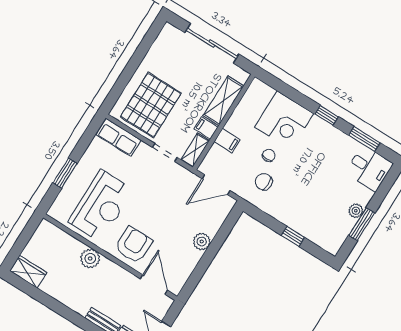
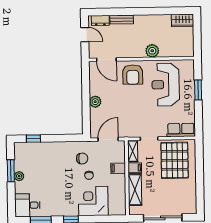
window: (293, 236) -> (33, 139), moved

